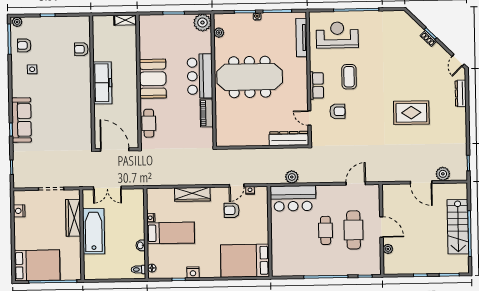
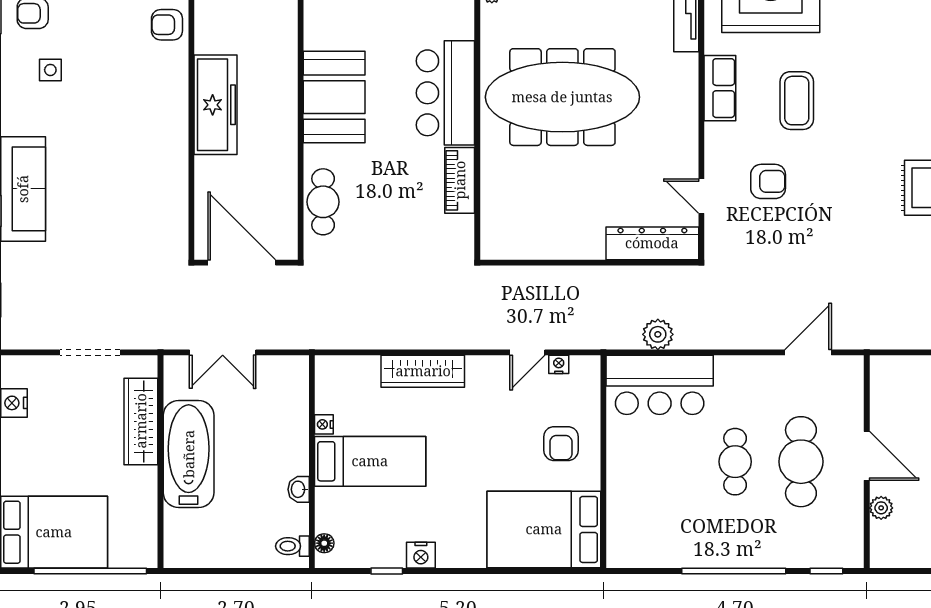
row of seats: (317, 85) -> (720, 88), moved
armchair: (232, 210) -> (561, 444), moved, turned -90

